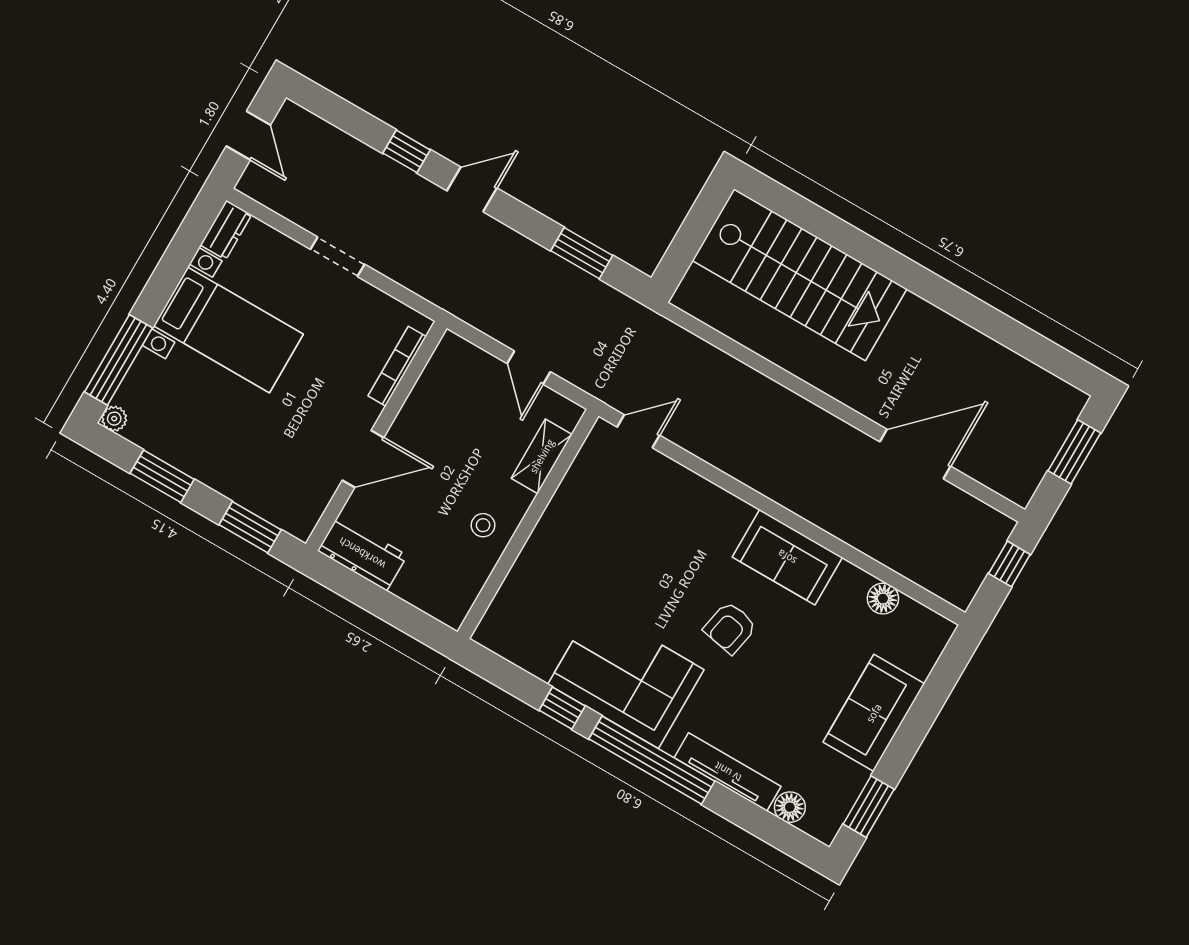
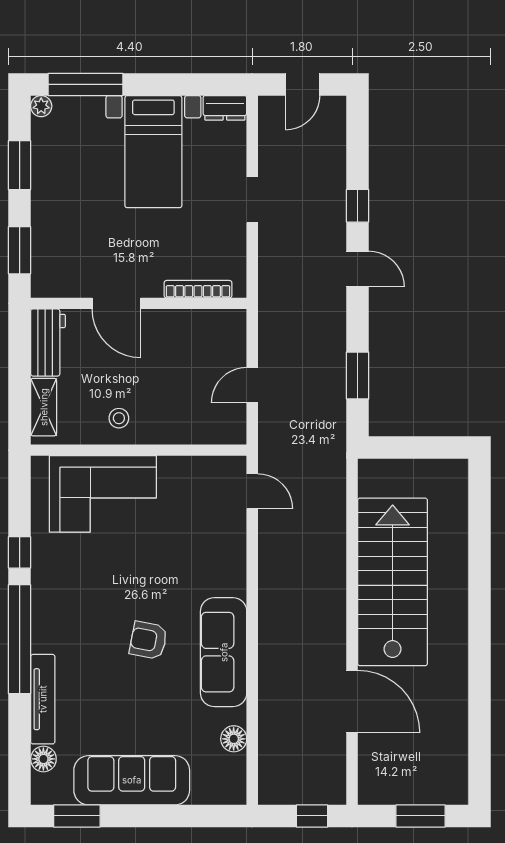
stairs: (800, 275) -> (393, 582), moved, turned 180
shelving: (542, 456) -> (44, 407), moved, turned 90
sofa: (787, 557) -> (224, 652), width x1.36
corner sofa: (626, 677) -> (103, 494), moved, turned 90
sofa: (874, 713) -> (132, 780), width x1.36

